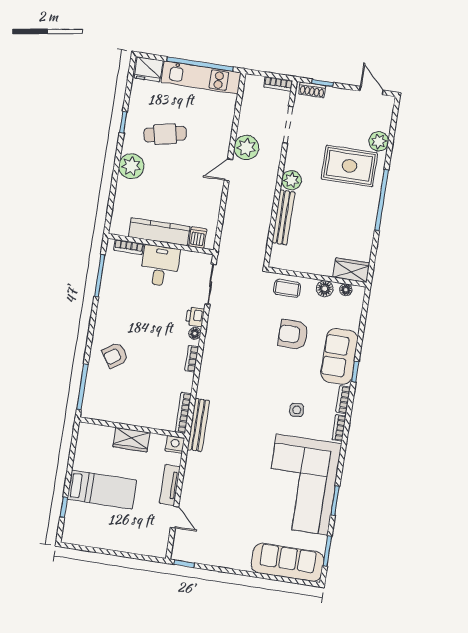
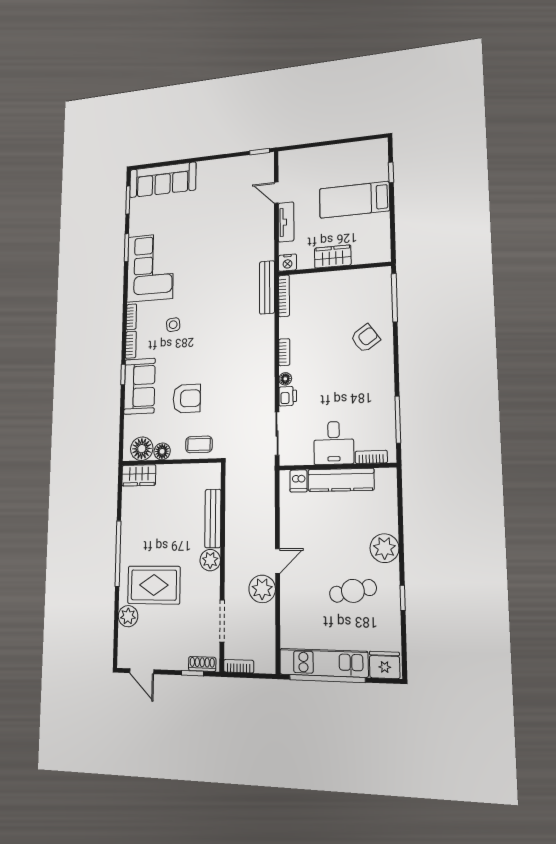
floor lamp: (346, 290) -> (142, 449), width x1.89, depth x1.89
corner sofa: (302, 485) -> (150, 267), width x0.73, depth x0.74

